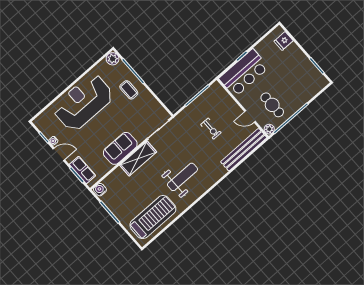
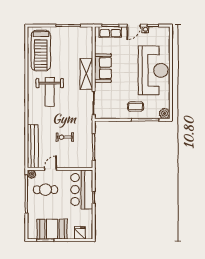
booth: (302, 68) -> (52, 229), added
water cooler: (100, 190) -> (88, 32), removed

